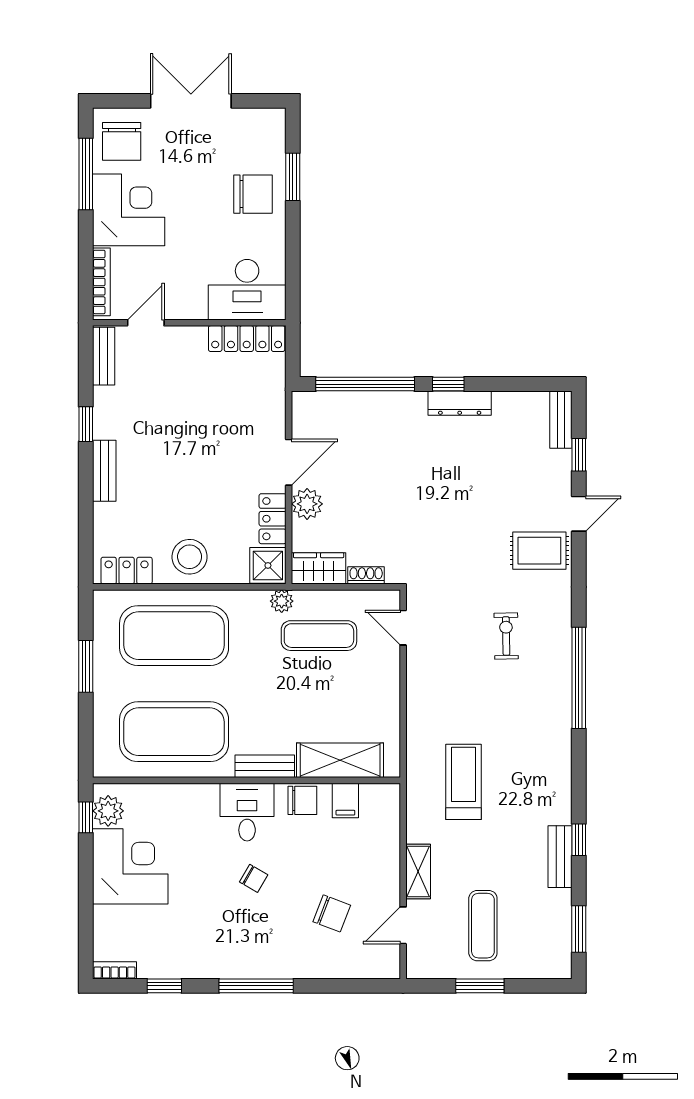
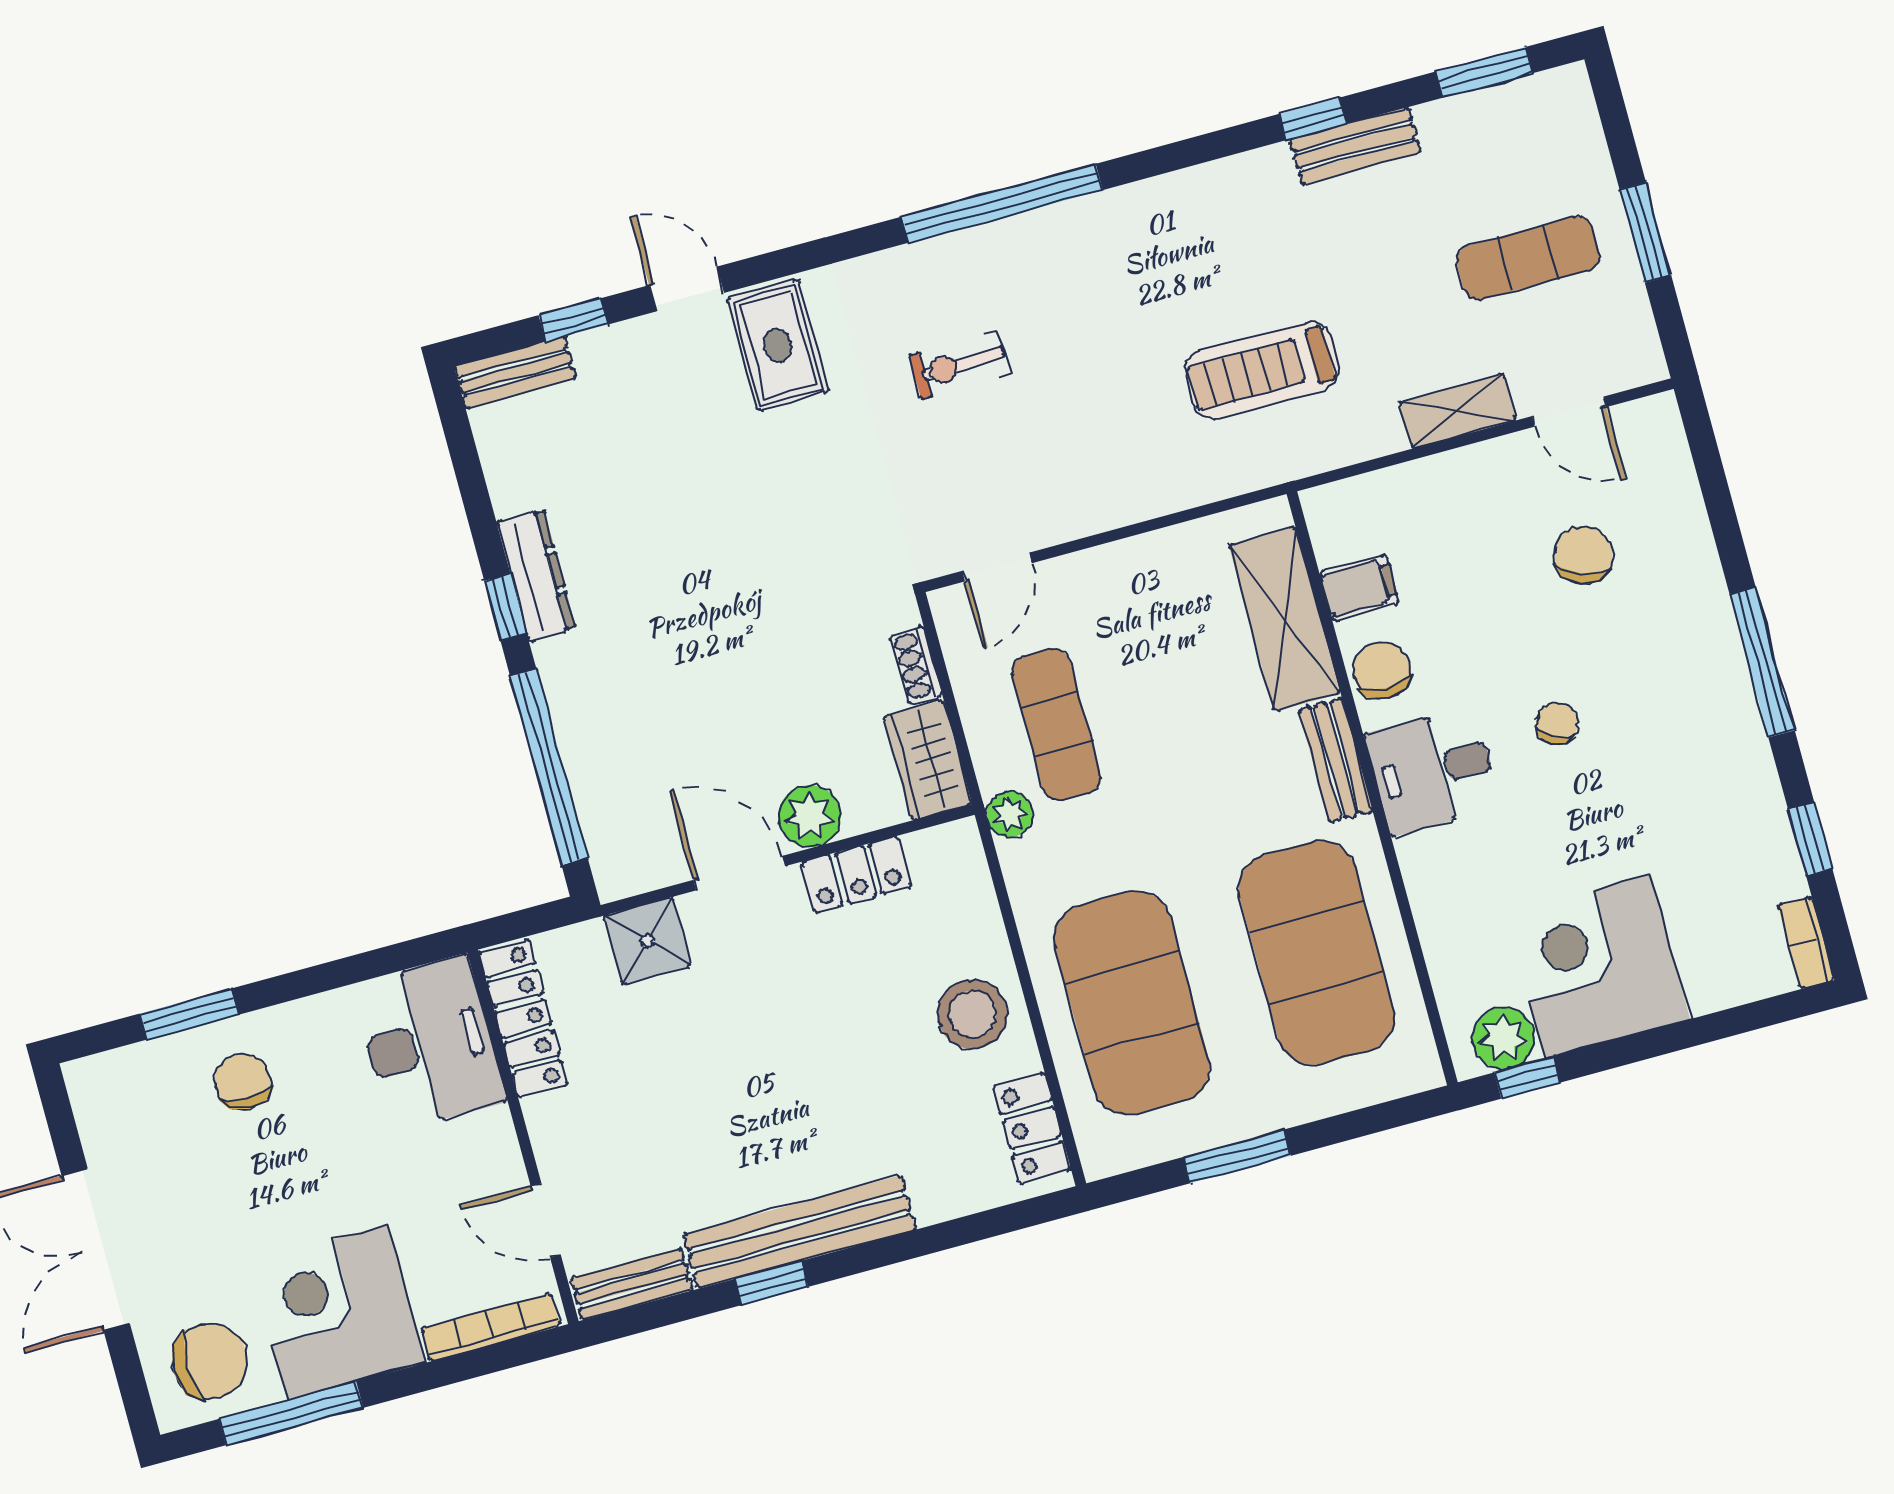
chair: (253, 194) -> (243, 1082), width x0.73, depth x0.73
bench: (104, 471) -> (800, 1232), width x1.86, depth x1.21
shower: (268, 565) -> (647, 941), moved

